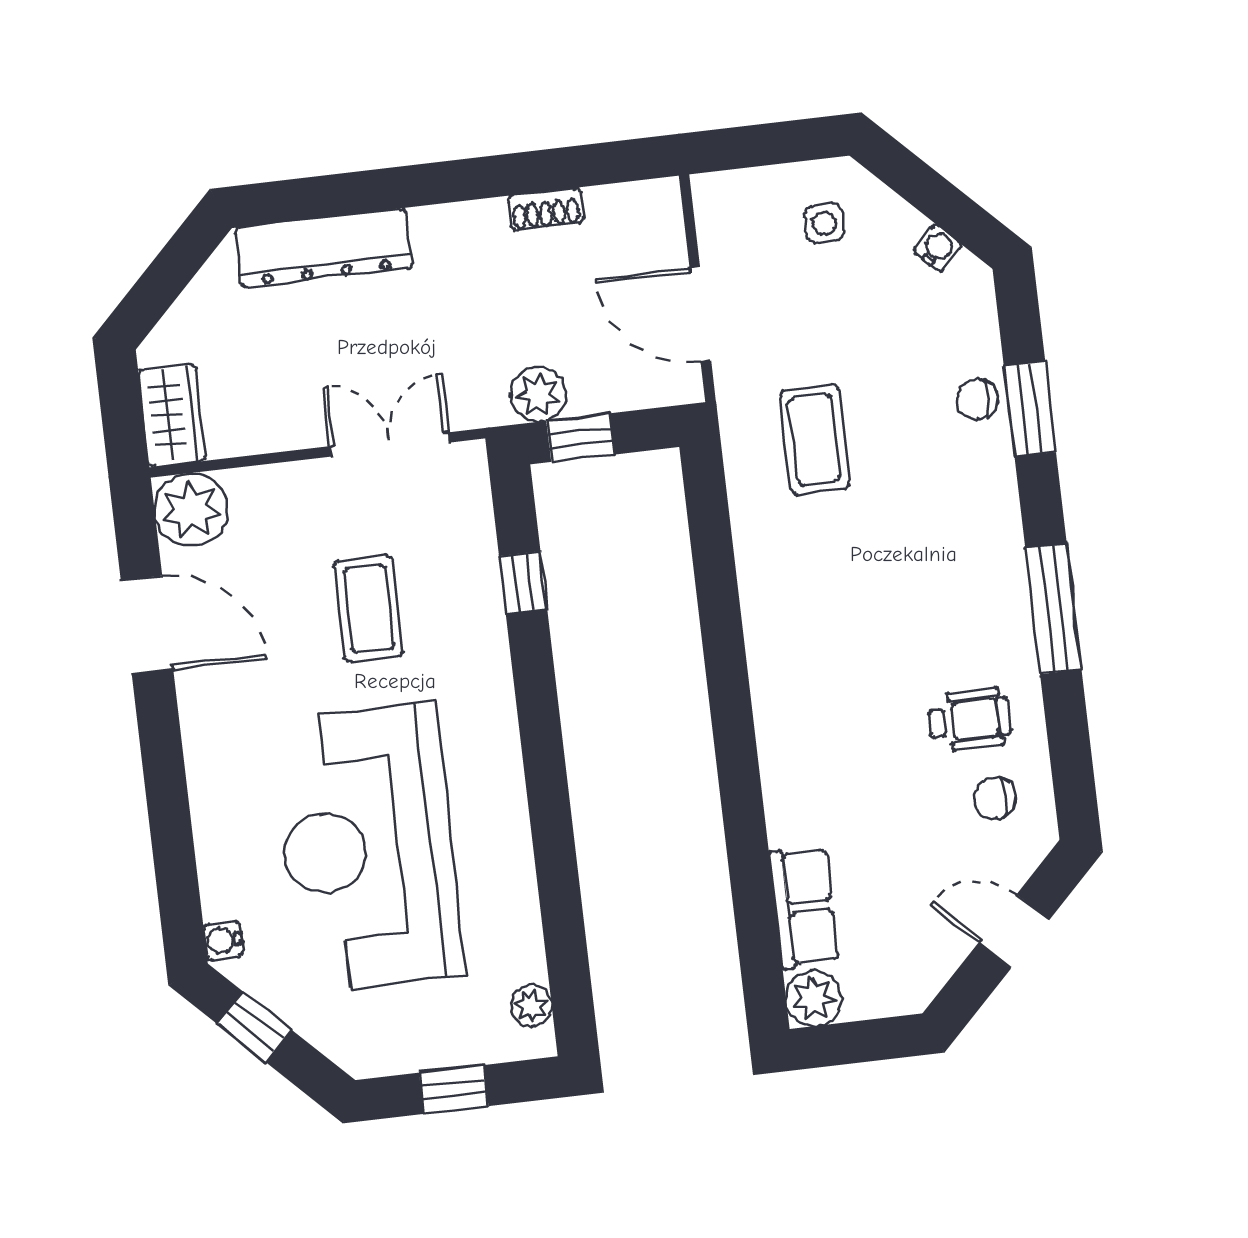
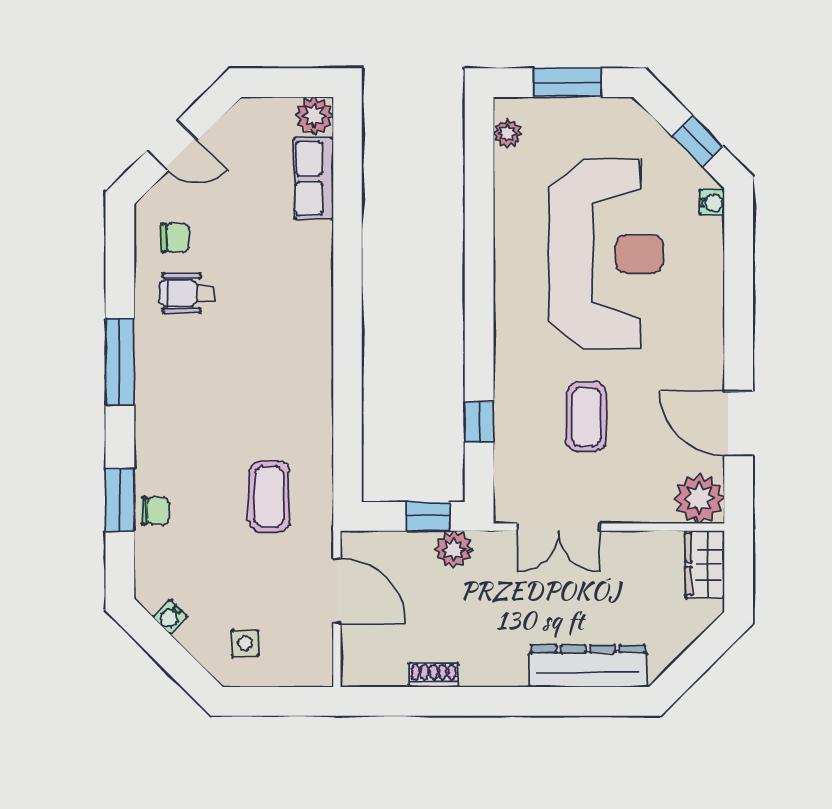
window: (454, 1089) -> (567, 83), width x1.50

